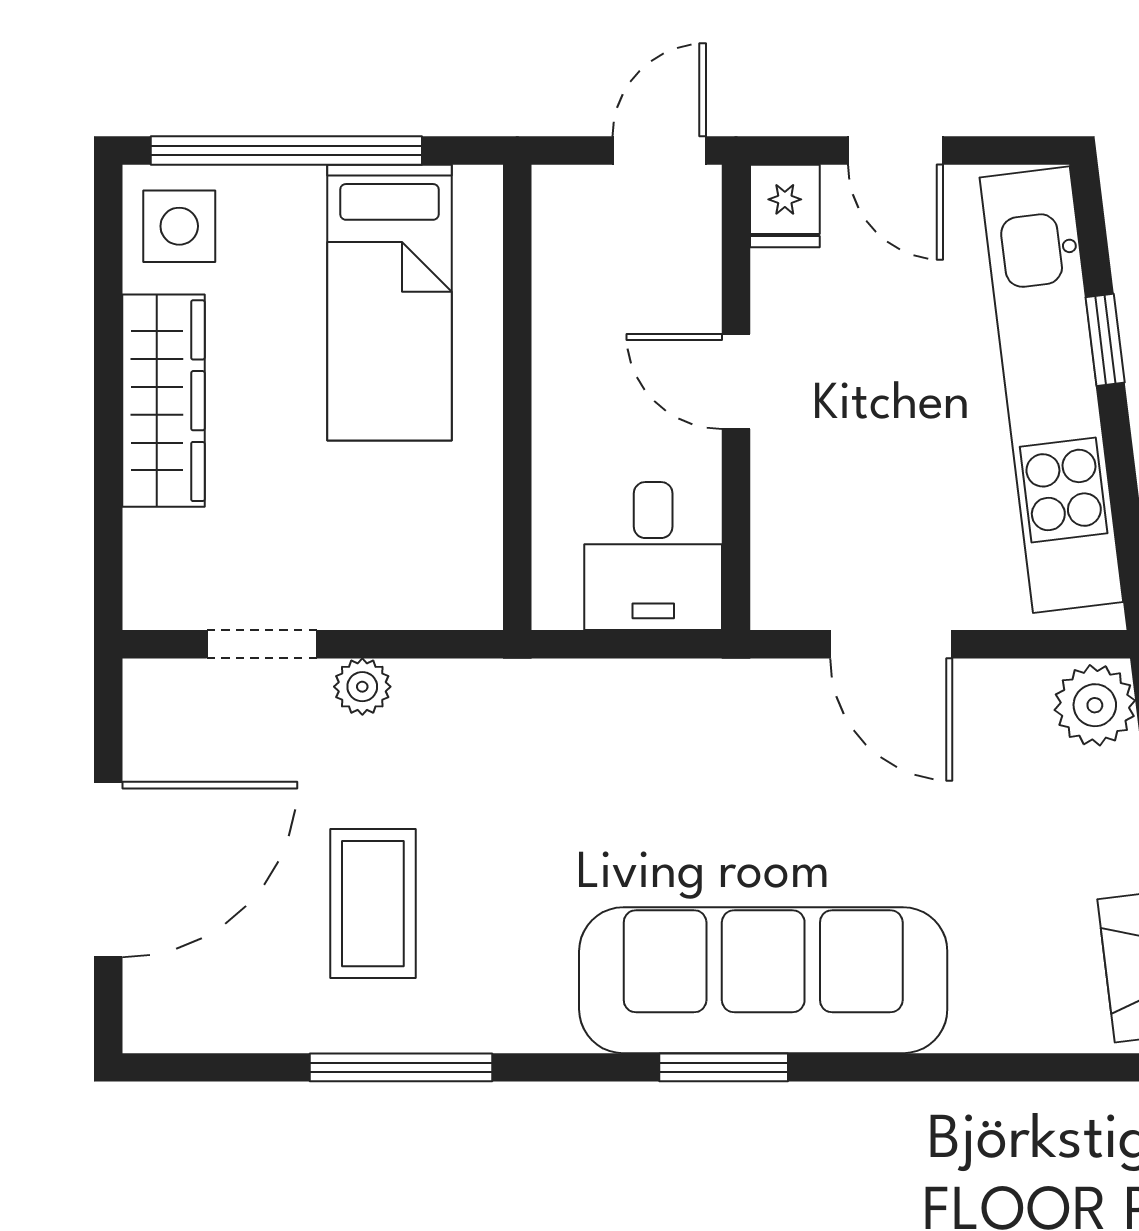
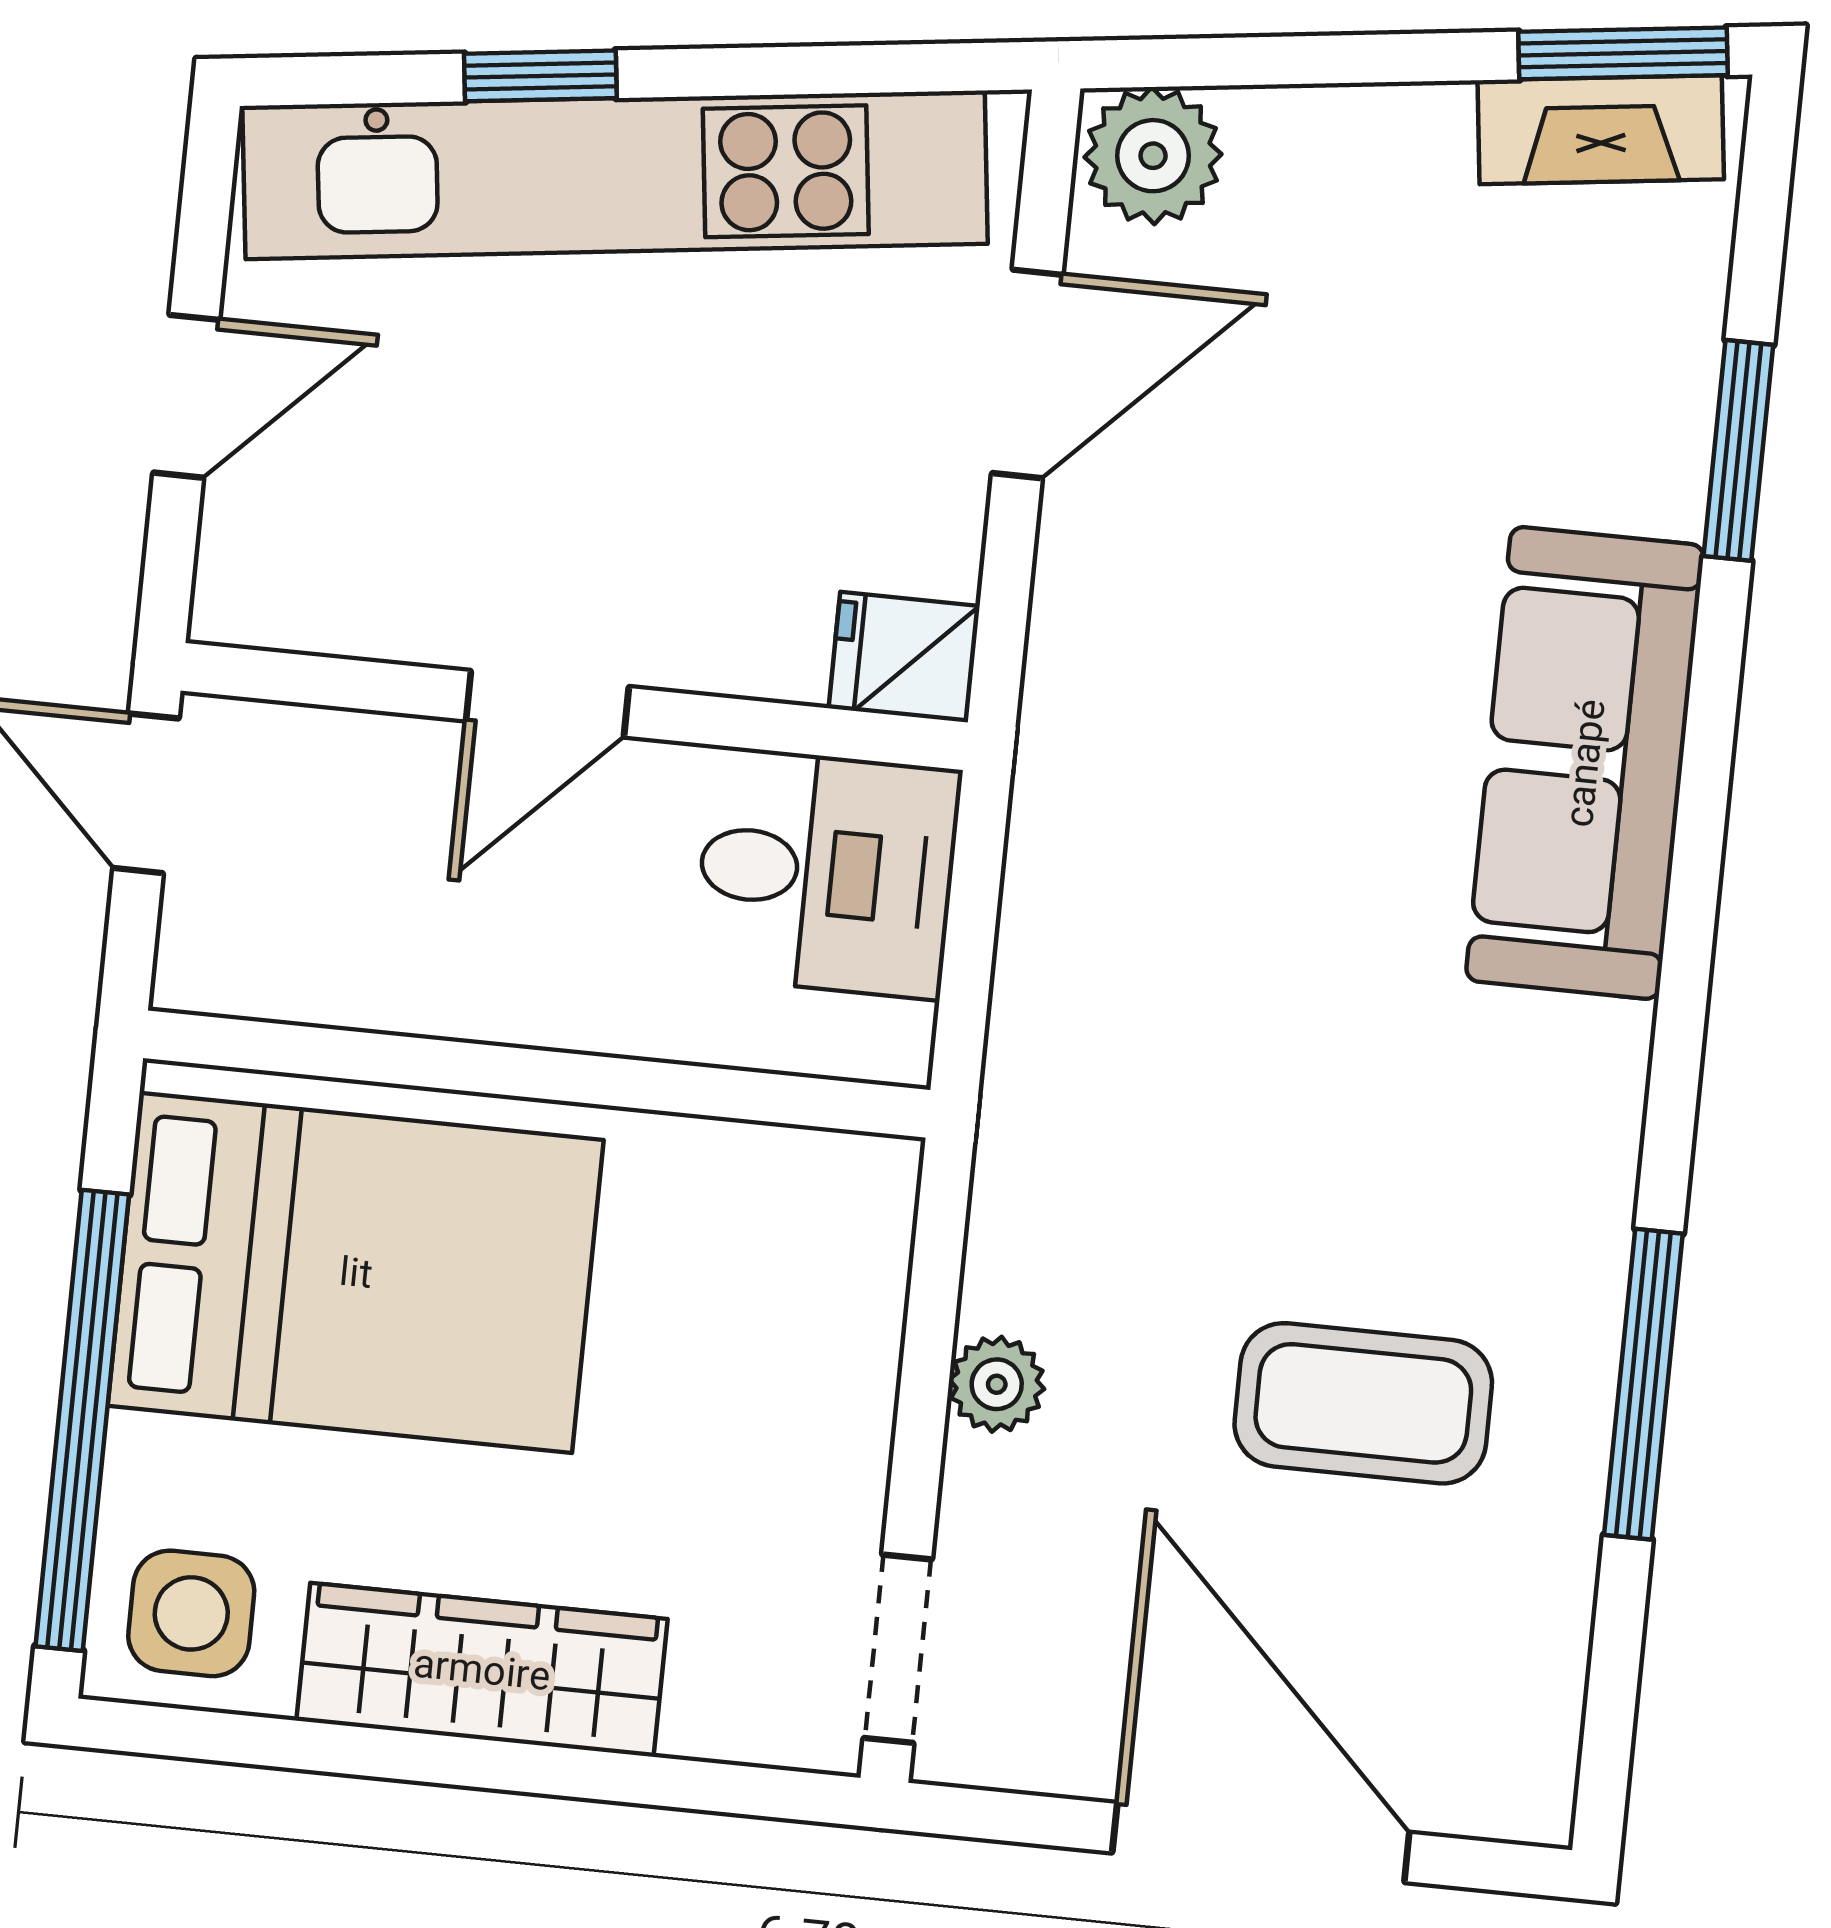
fridge: (785, 206) -> (904, 657), moved, turned 180
bed: (389, 303) -> (356, 1273), width x1.50
doorway: (262, 644) -> (898, 1649), moved
door: (891, 644) -> (1027, 374), moved
sofa: (763, 980) -> (1585, 763), width x0.74, depth x0.79
window: (724, 1067) -> (1738, 450), moved

